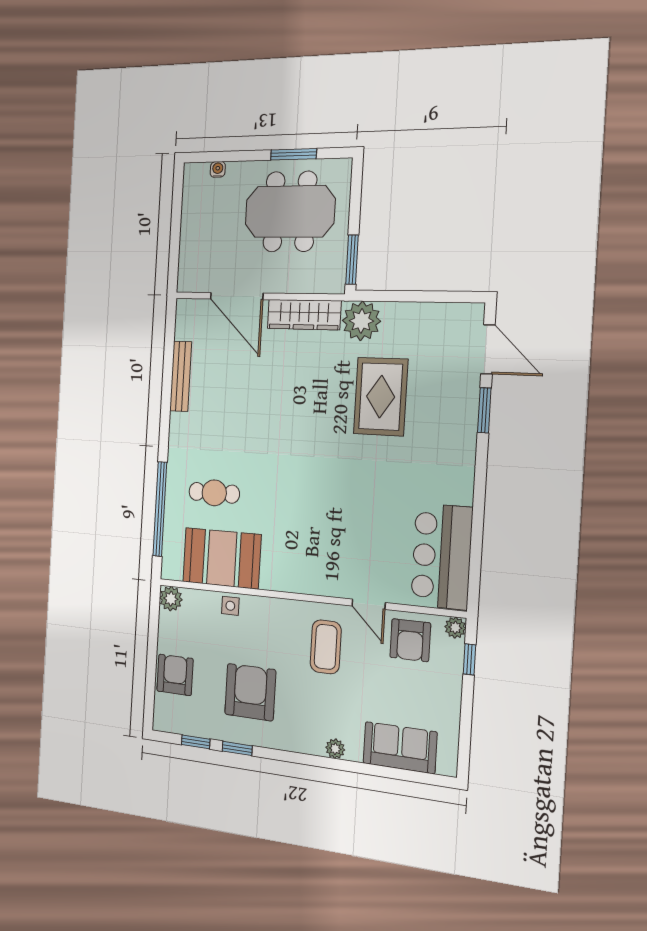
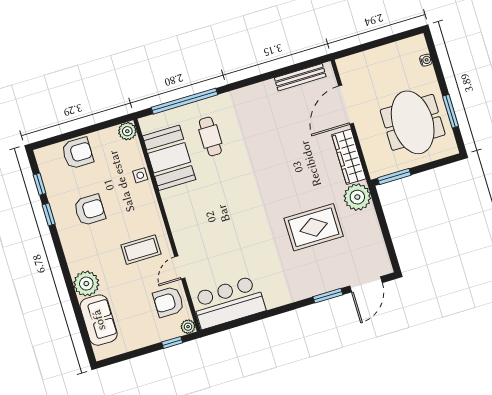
bench: (181, 376) -> (300, 77), moved
armchair: (250, 692) -> (90, 210), width x0.73, depth x0.73
plant: (335, 749) -> (86, 284), width x1.88, depth x1.88

